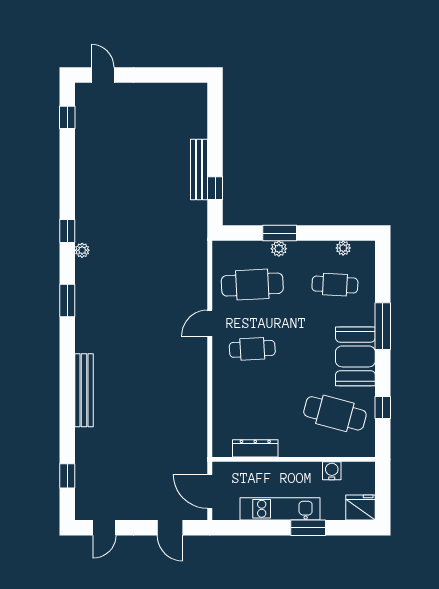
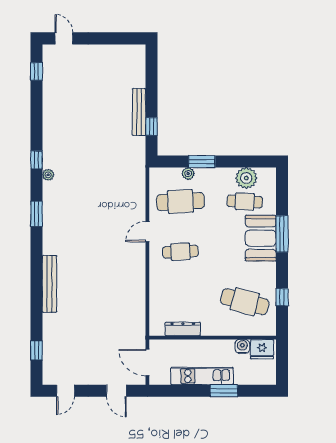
plant: (343, 248) -> (246, 178), width x1.87, depth x1.87
plant: (279, 249) -> (188, 174), moved
booth: (355, 356) -> (261, 238), moved
fridge: (360, 507) -> (262, 349), moved, turned 180

